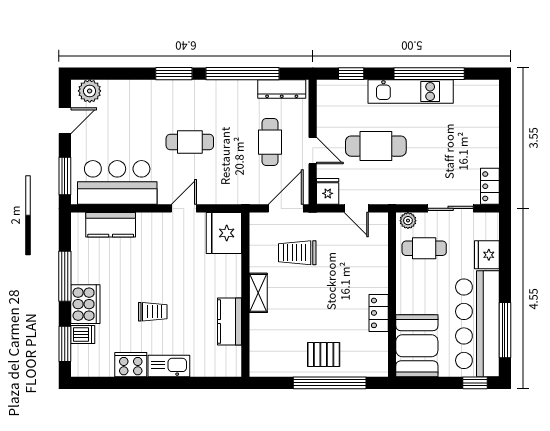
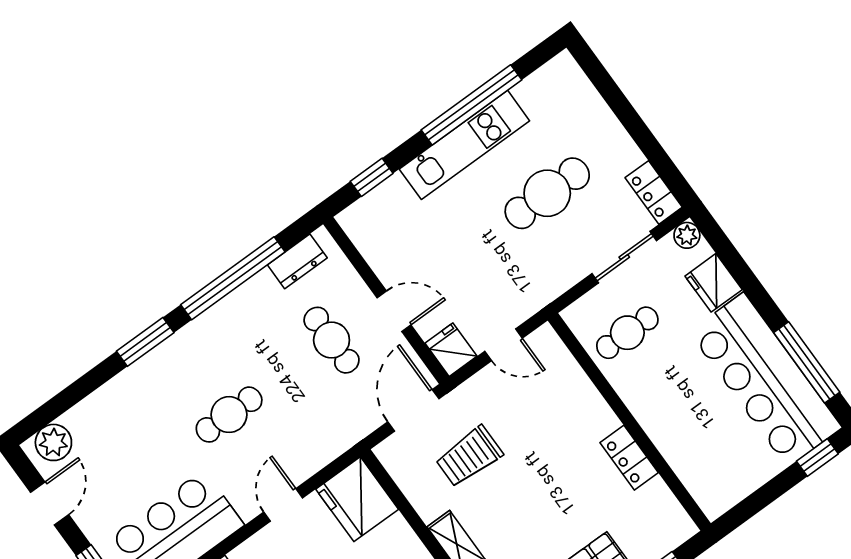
dresser: (282, 89) -> (297, 261), width x0.70
cafe table: (376, 146) -> (547, 193), moved
plant: (408, 221) -> (687, 235), moved
booth: (417, 346) -> (709, 464), removed

